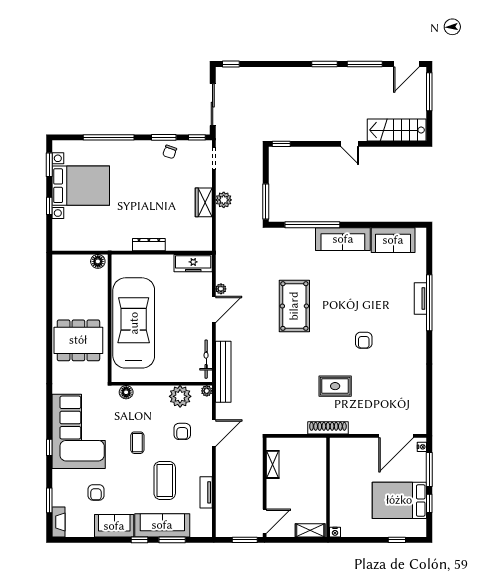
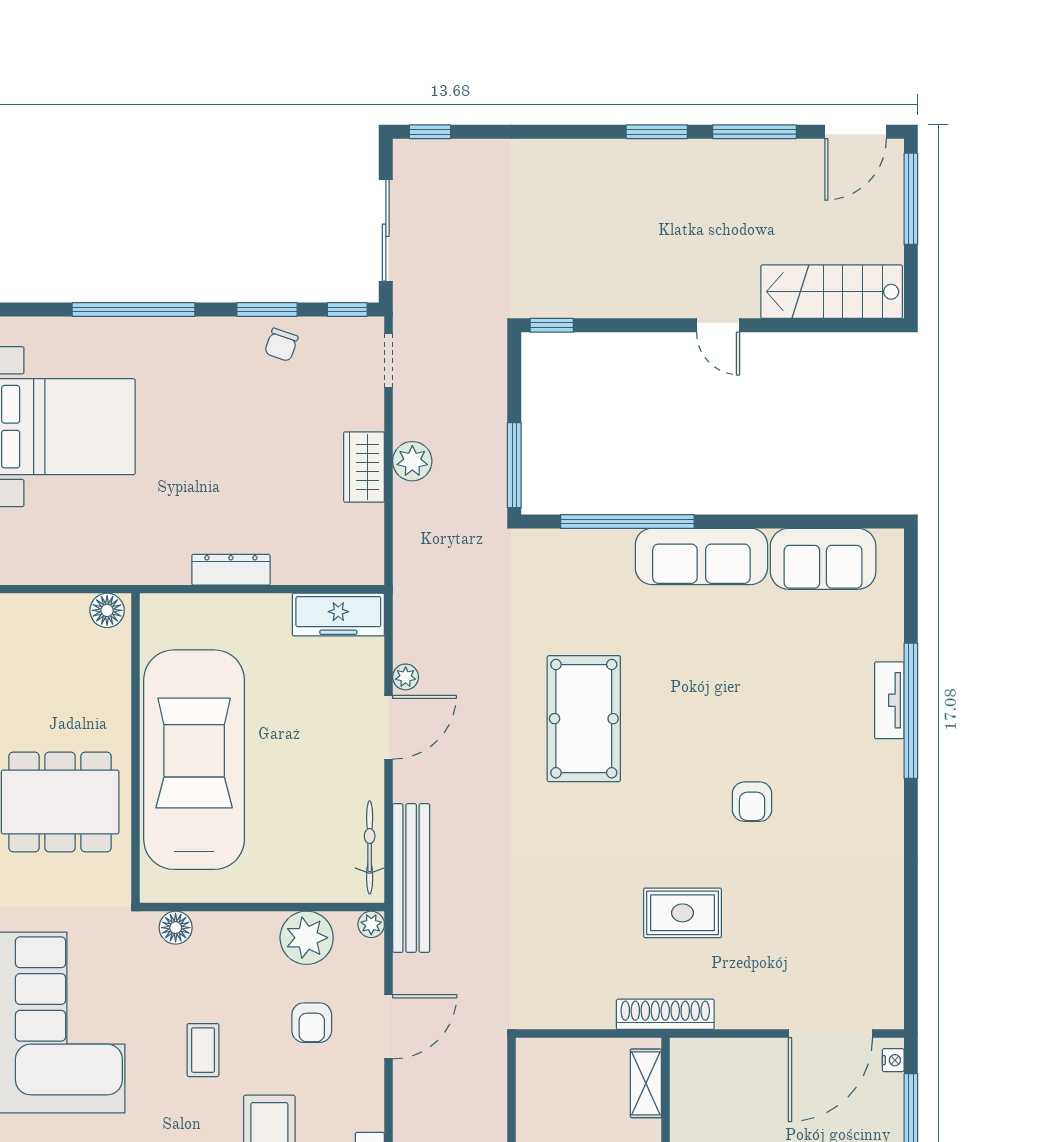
shelving: (273, 464) -> (646, 1083), moved

